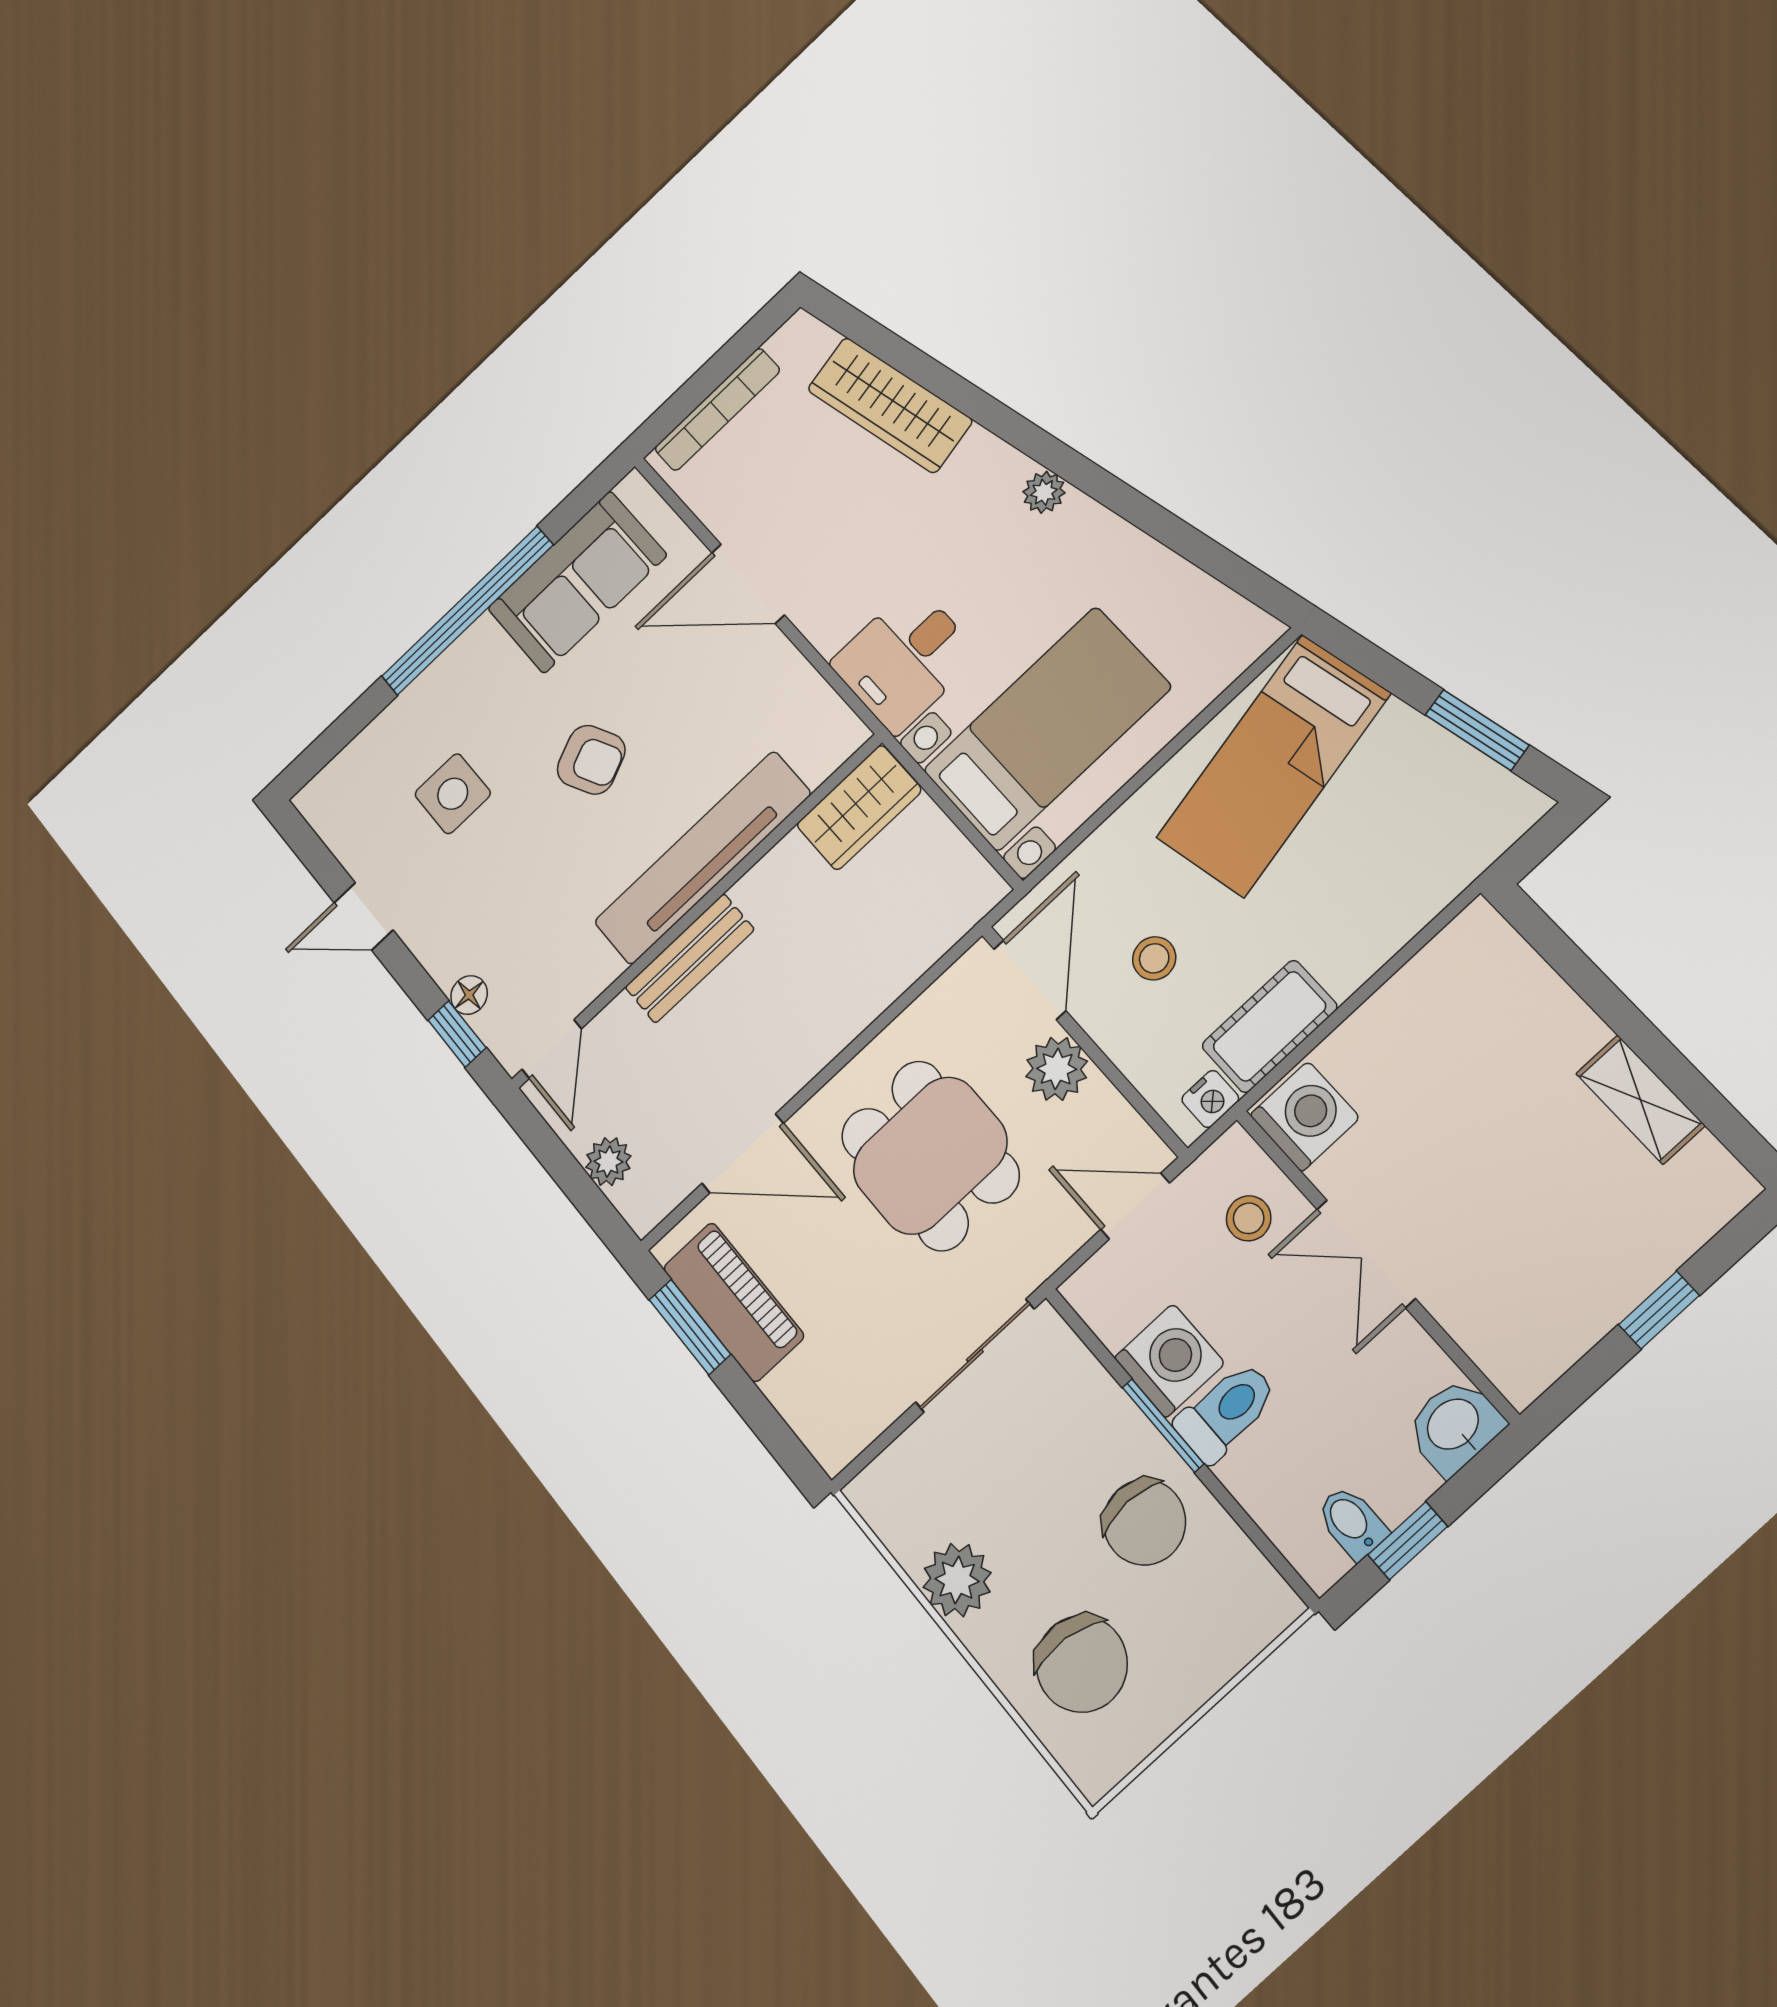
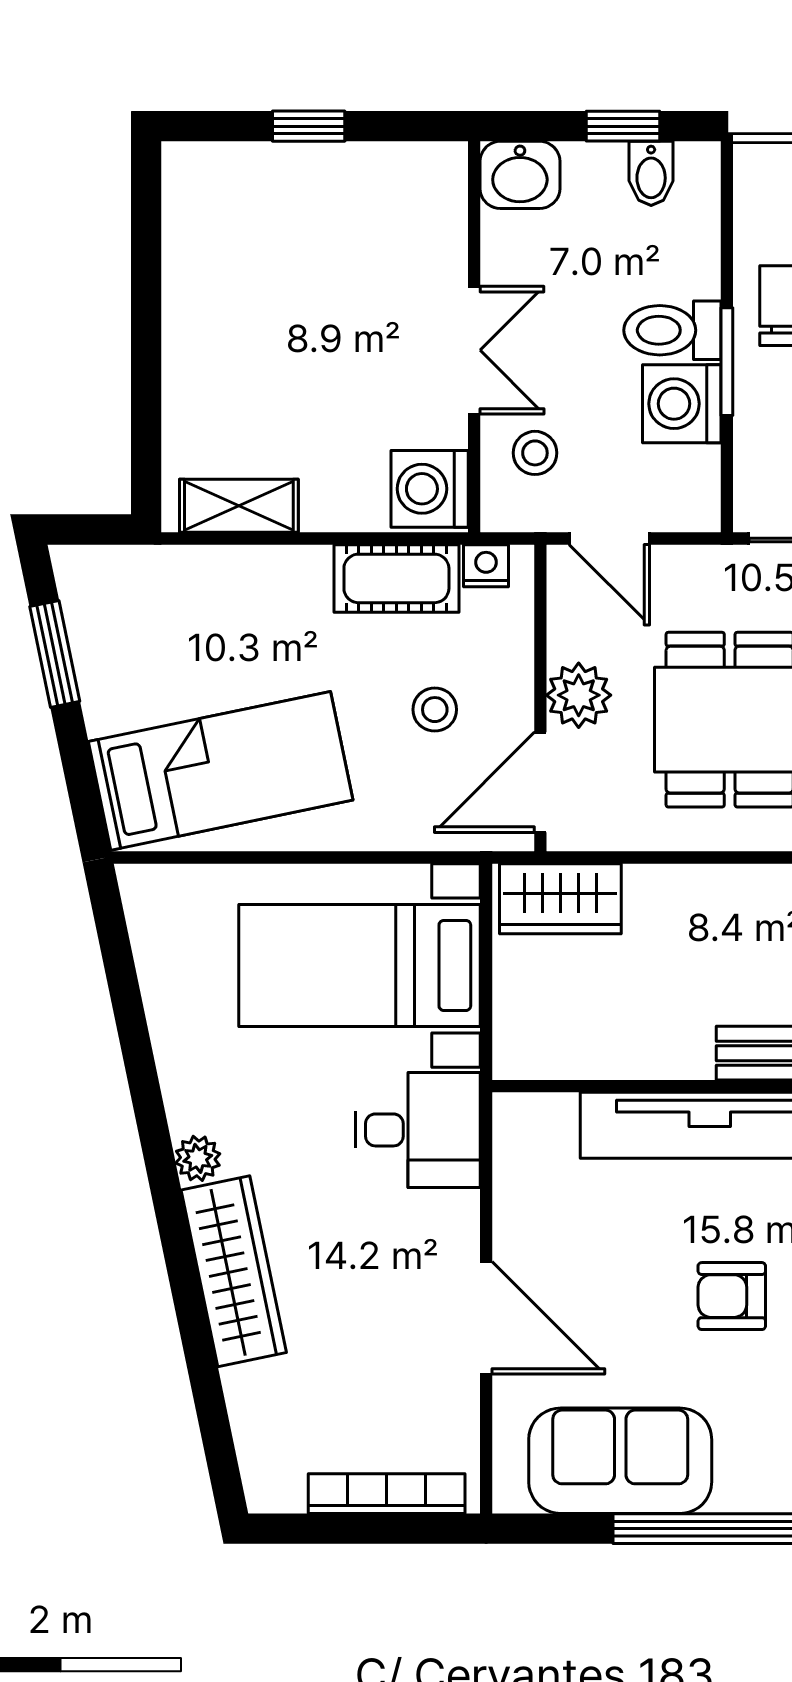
wardrobe: (890, 405) -> (234, 1271), moved
armchair: (591, 760) -> (732, 1296), turned -65
wardrobe: (859, 808) -> (560, 899), moved, turned 180
shelving: (1640, 1100) -> (239, 506), moved, turned 90

